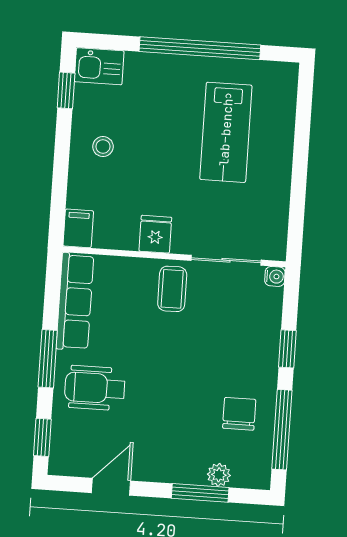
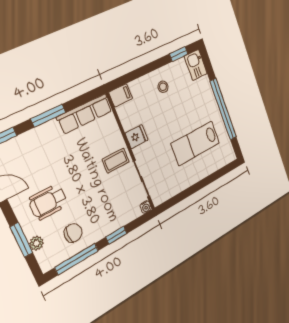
wheelchair: (95, 388) -> (48, 202), moved, turned -90

